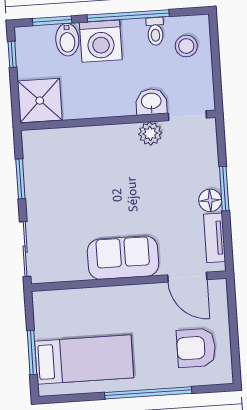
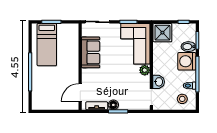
plant: (150, 133) -> (145, 70), moved
corner sofa: (69, 160) -> (135, 44), added
sofa: (123, 258) -> (91, 52), moved
armchair: (196, 348) -> (49, 94), removed

